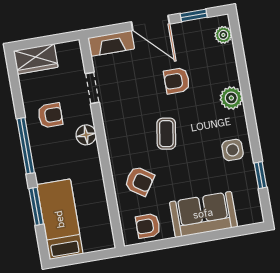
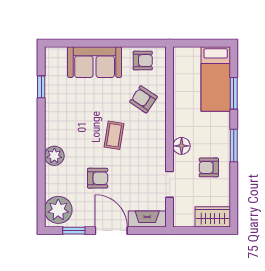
plant: (223, 35) -> (58, 210), width x1.88, depth x1.88
window: (26, 146) -> (234, 145), width x0.69
side table: (233, 150) -> (61, 112), removed

